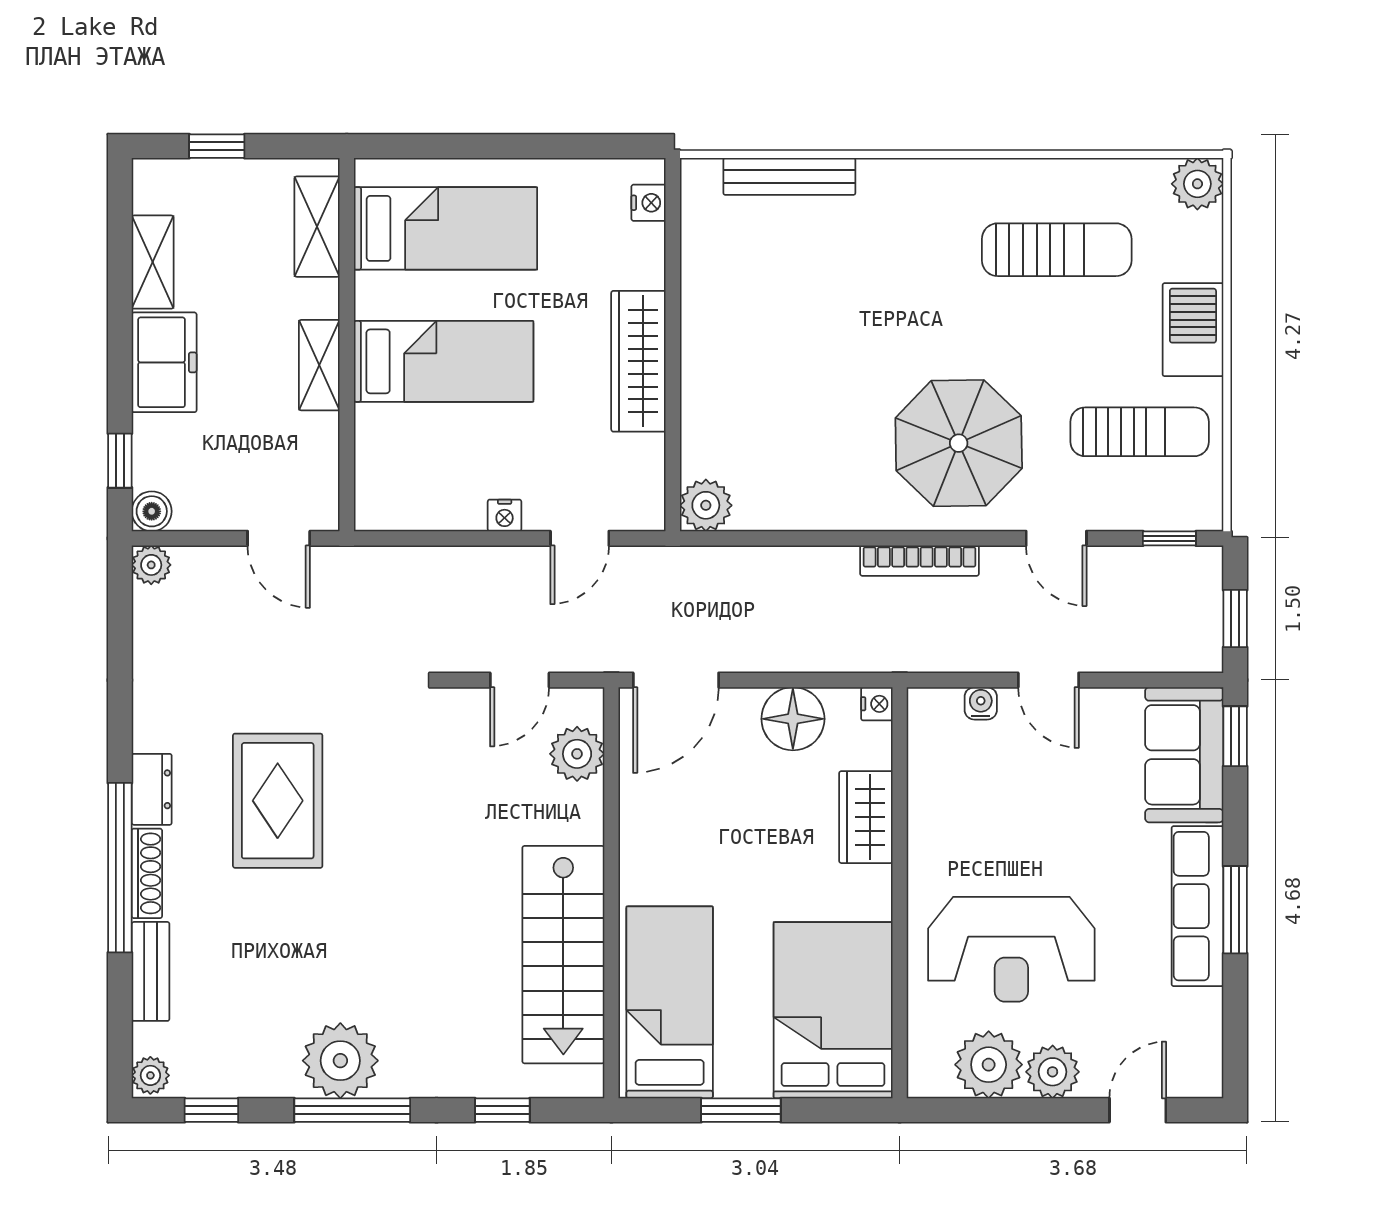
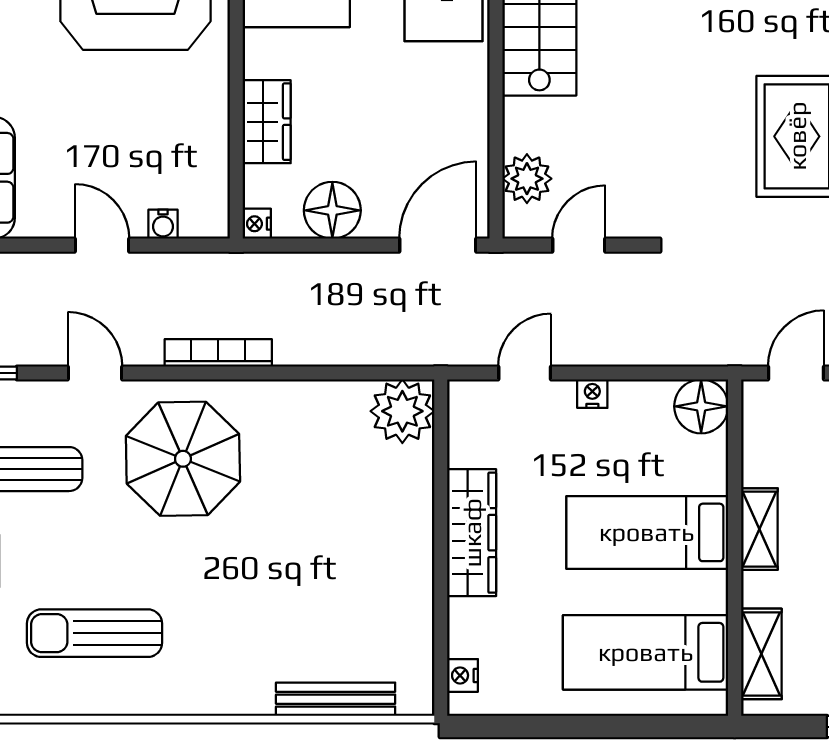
floor lamp: (384, 501) -> (701, 406), added
plant: (706, 505) -> (402, 411), width x1.36, depth x1.36
door: (279, 538) -> (796, 373), hinge flipped

